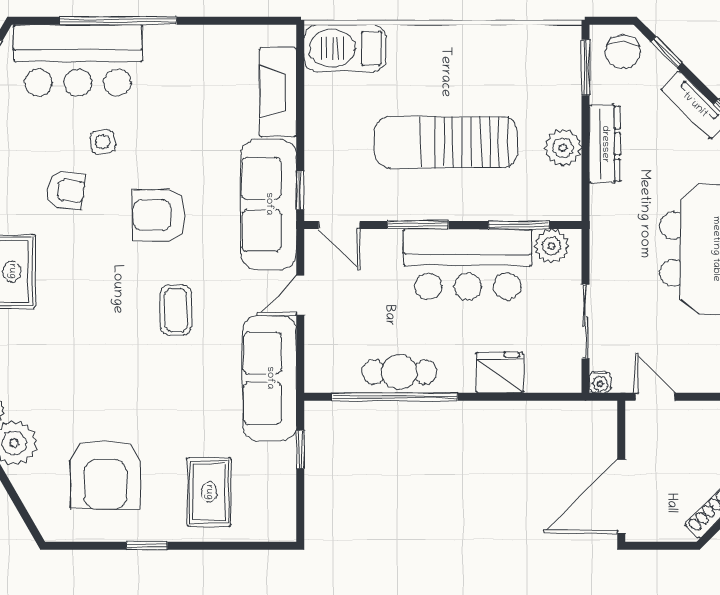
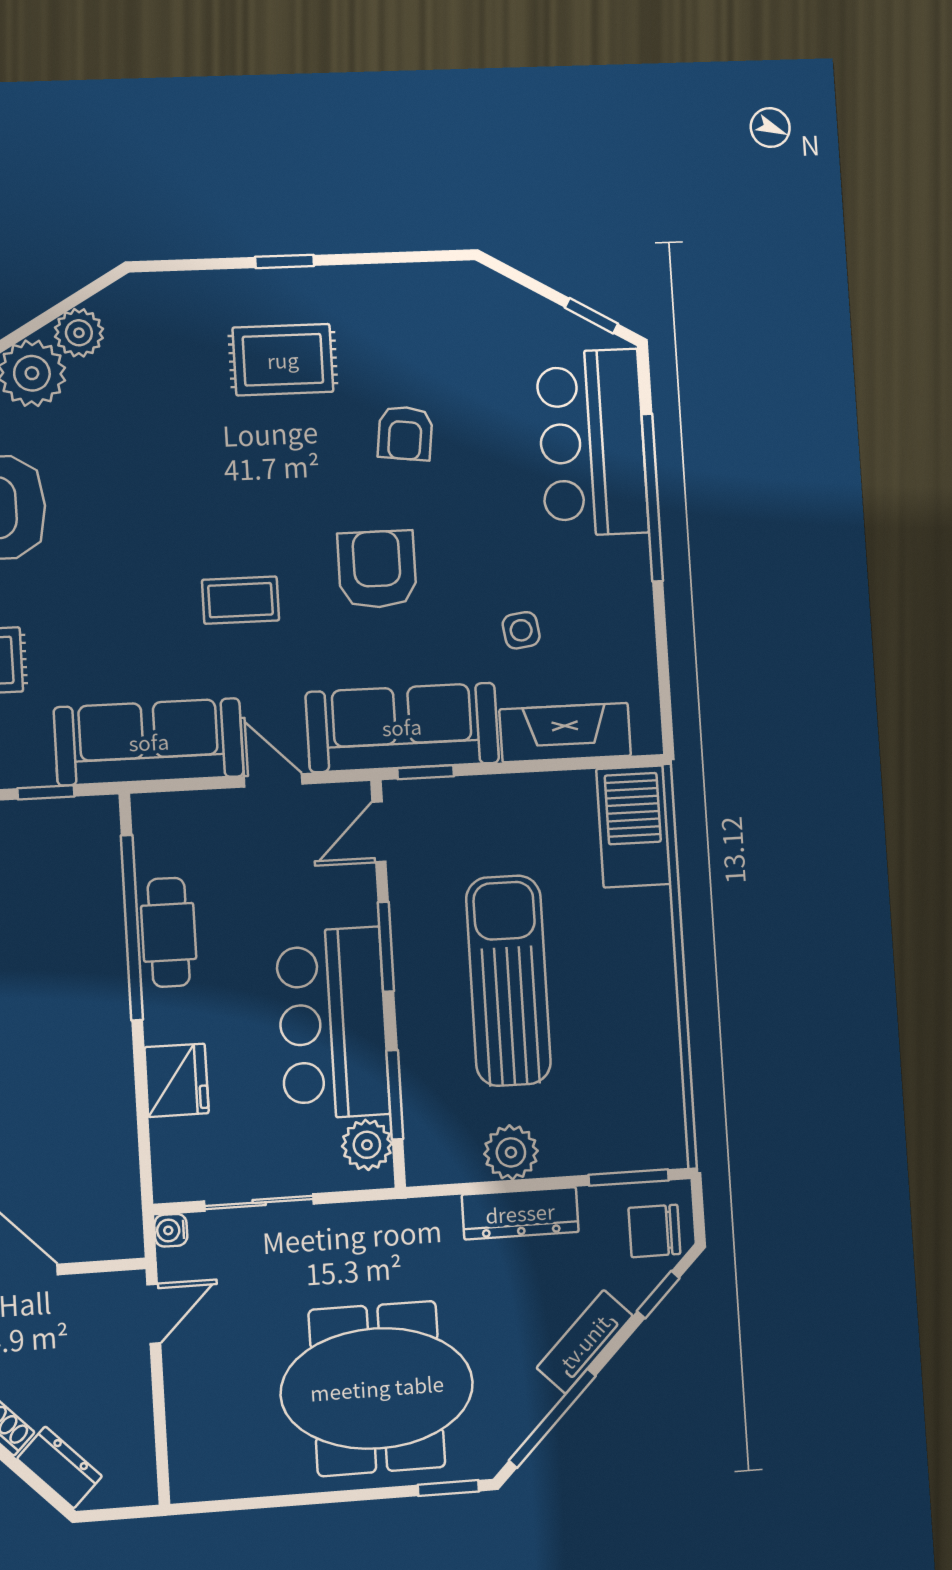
side table: (103, 142) -> (521, 630), moved

